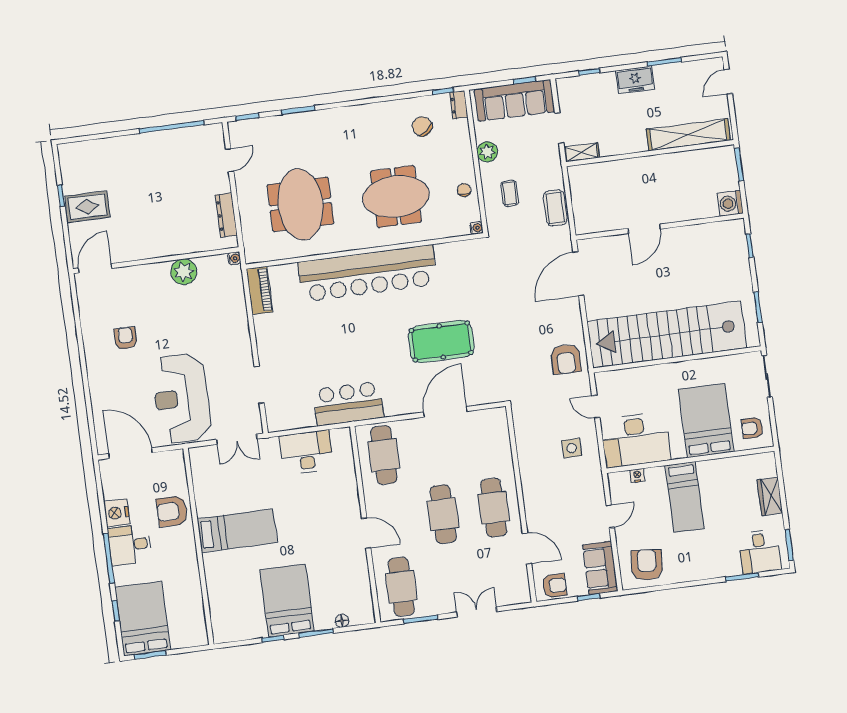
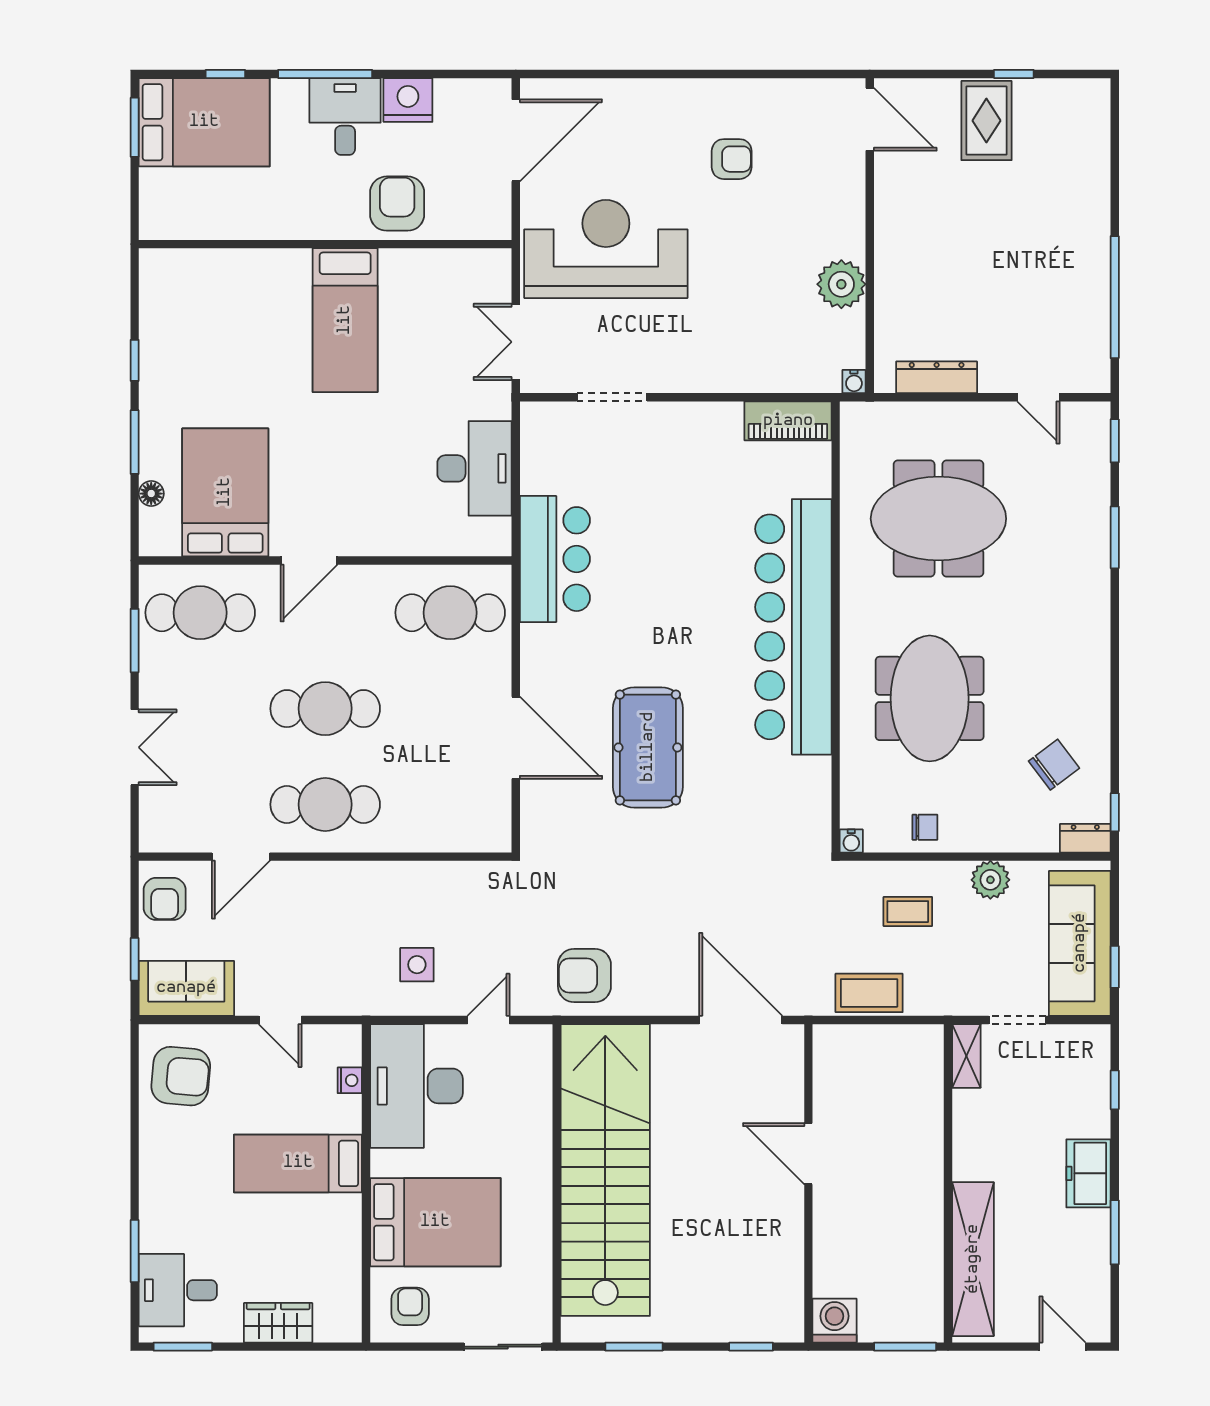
bed: (287, 600) -> (225, 492), moved, turned -90

